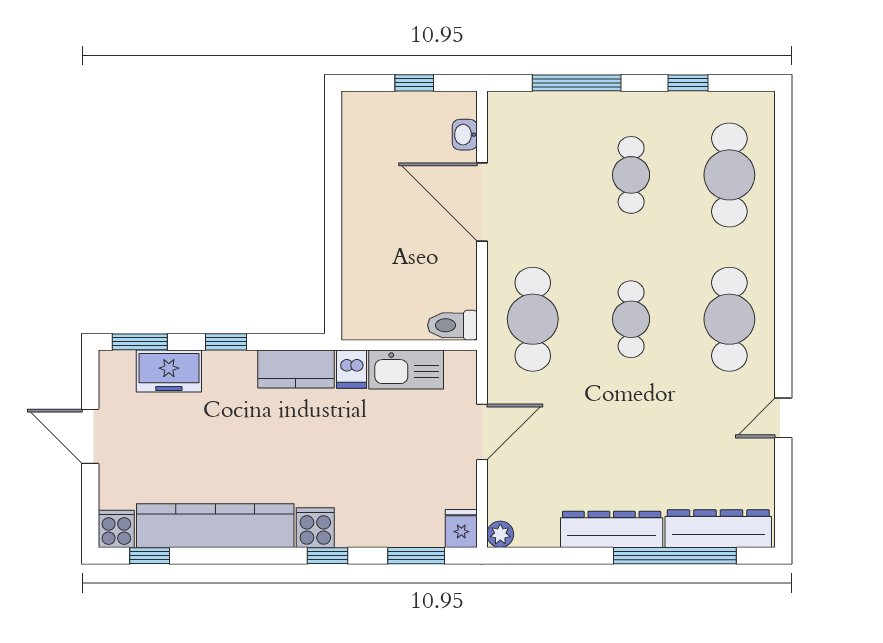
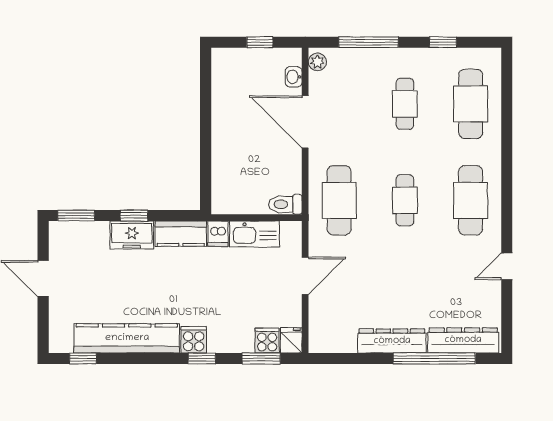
freezer: (169, 371) -> (132, 235), moved
cooker: (116, 529) -> (267, 341), moved
plant: (500, 534) -> (317, 62), moved

